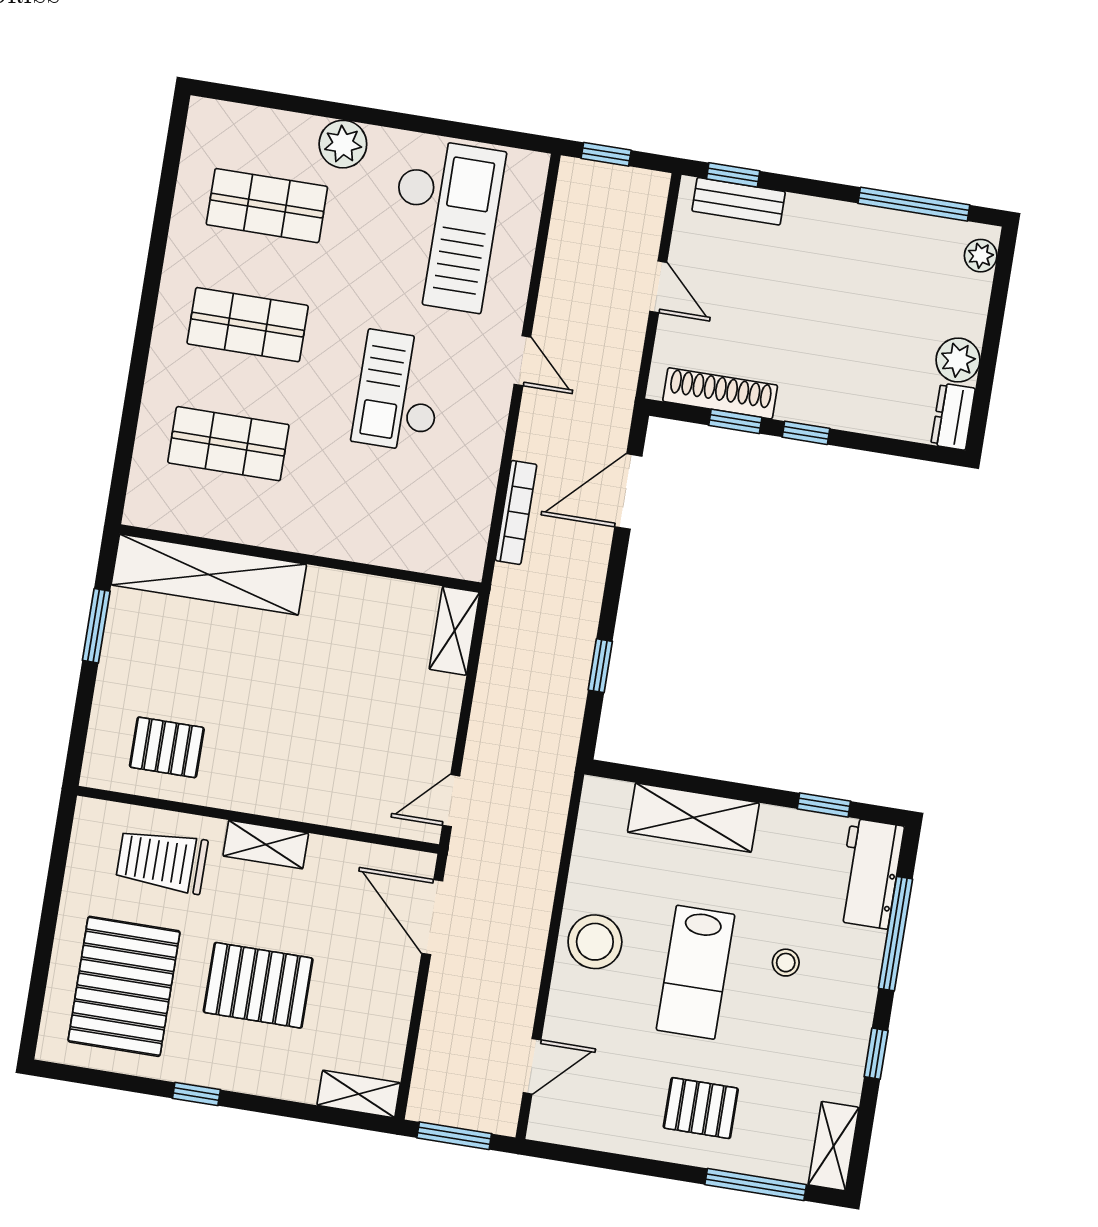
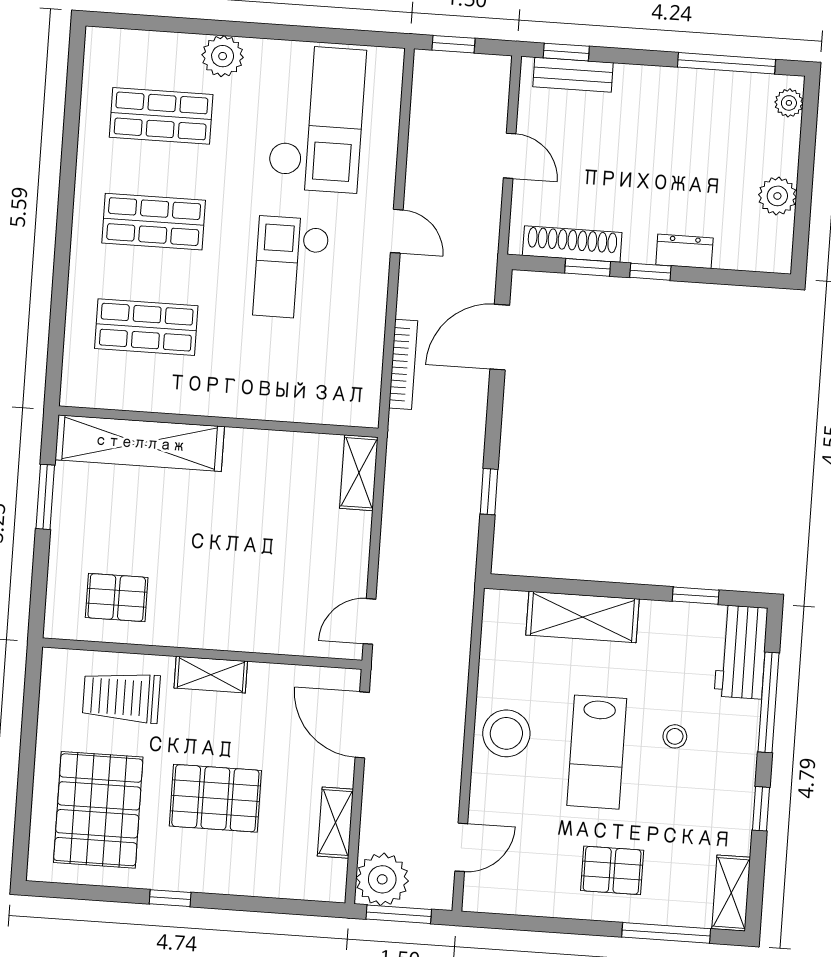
dresser: (953, 417) -> (684, 251), moved, turned 90
shelving: (359, 1094) -> (335, 823), moved, turned 90
plant: (439, 1095) -> (382, 879), added

